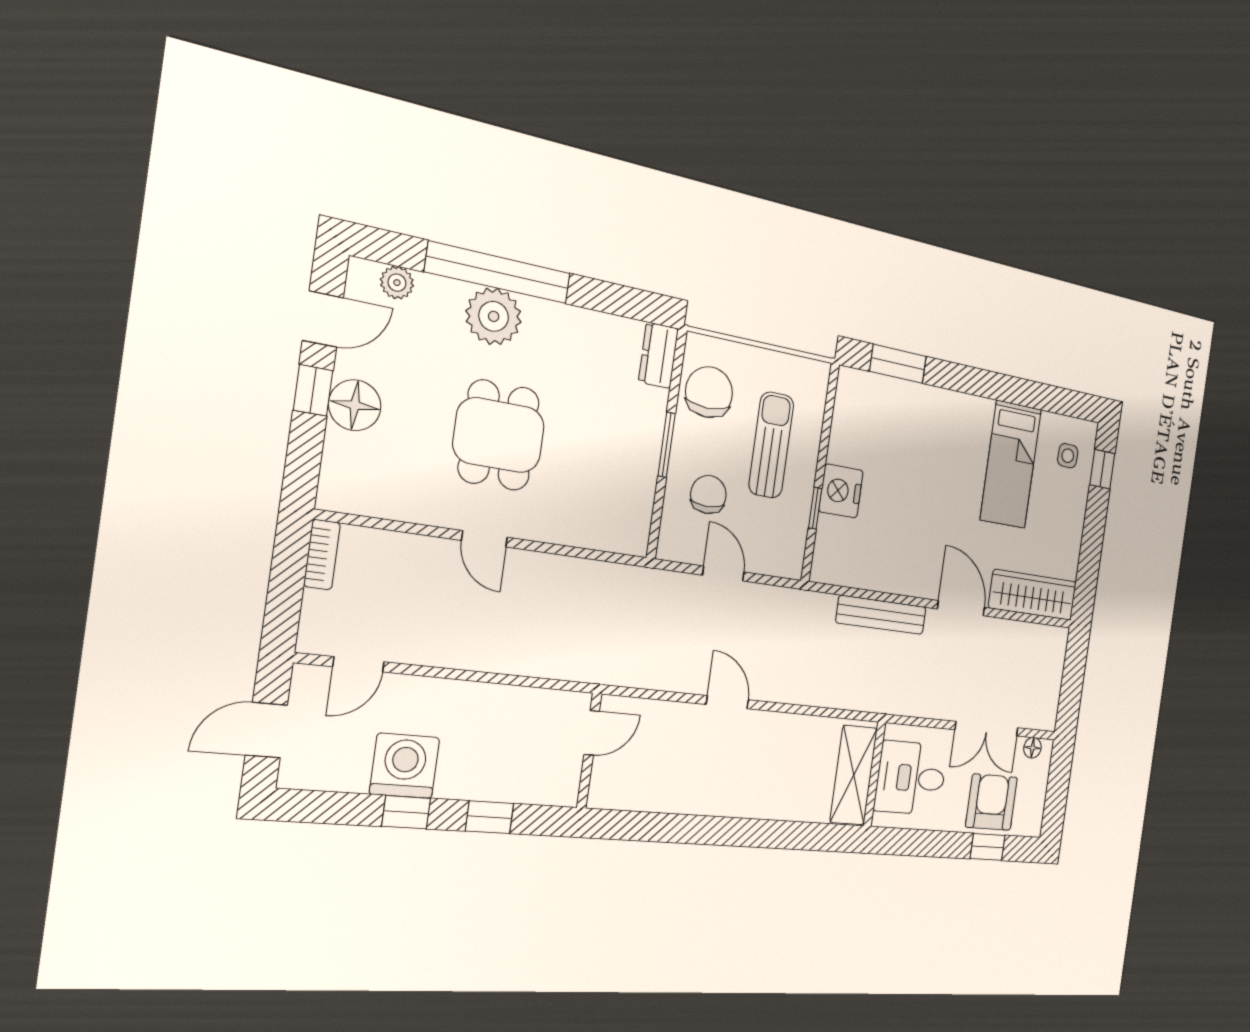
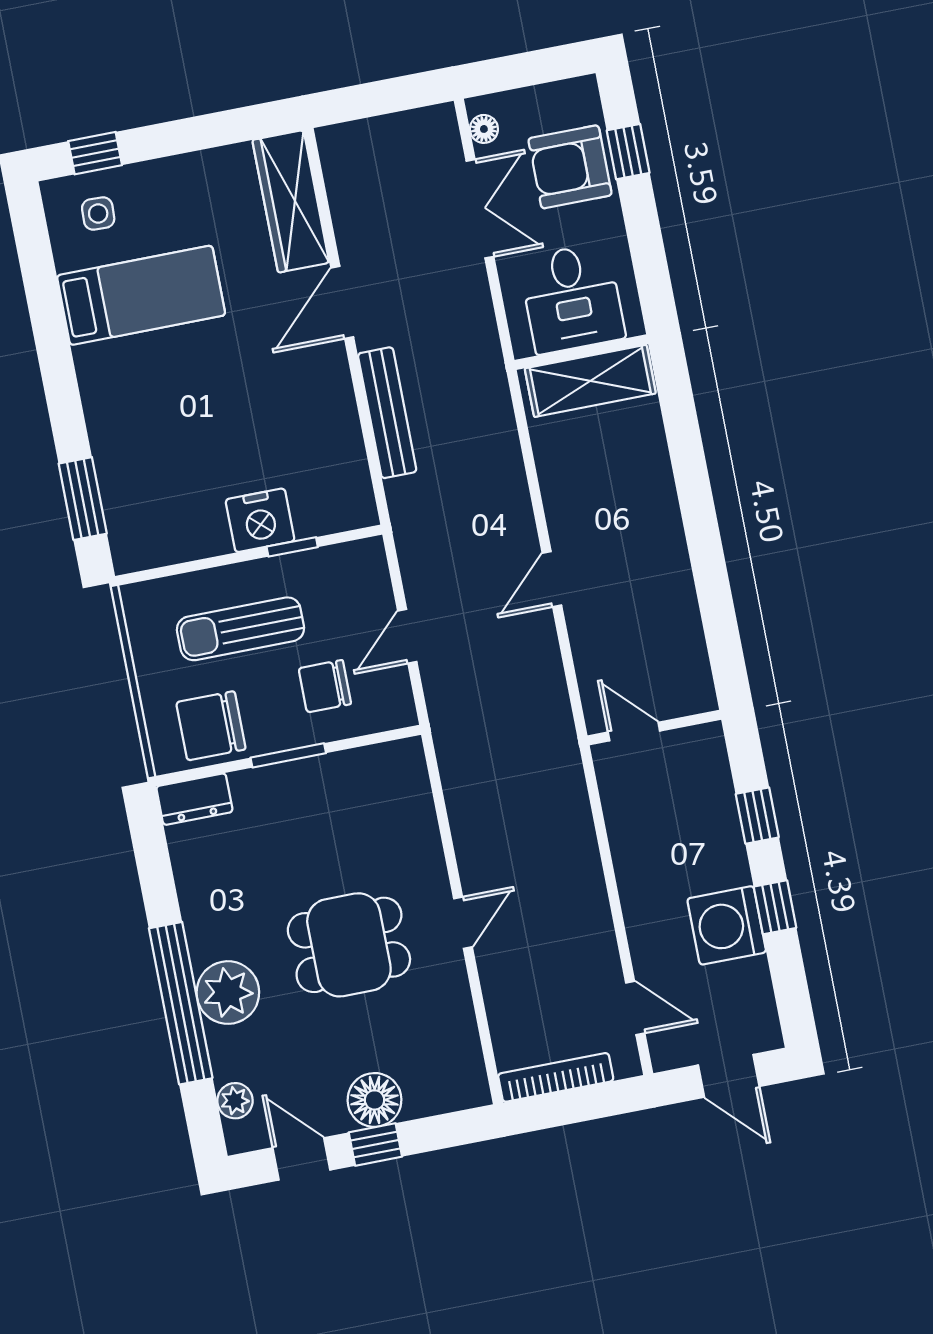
bookcase: (322, 555) -> (556, 1077), width x1.56

